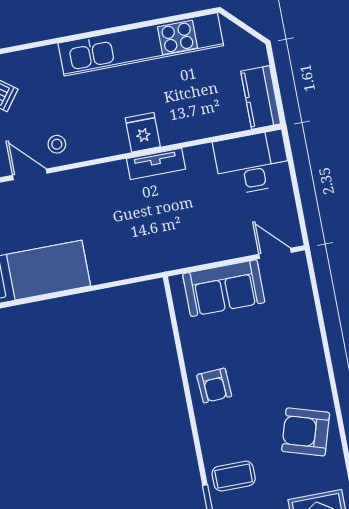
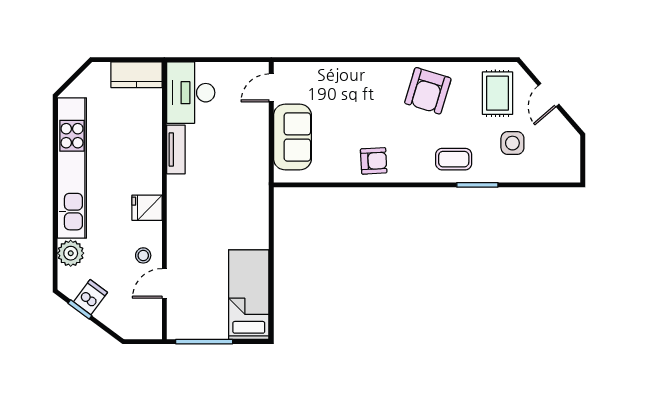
plant: (44, 61) -> (71, 253), added
fridge: (143, 132) -> (147, 208), moved
tv unit: (156, 164) -> (176, 149), moved
coffee table: (234, 476) -> (454, 159), turned 90

